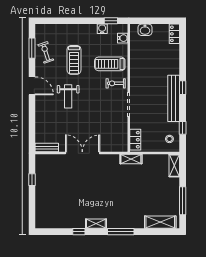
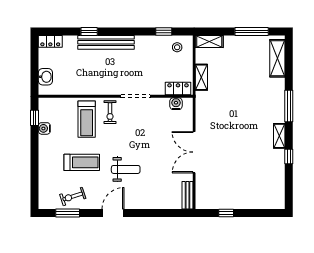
water cooler: (123, 38) -> (176, 104), moved
window: (183, 88) -> (89, 31), moved
bench: (174, 98) -> (106, 42), moved
shelving: (131, 159) -> (201, 77), moved

